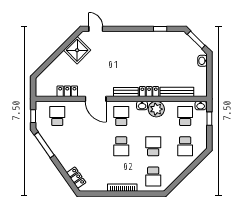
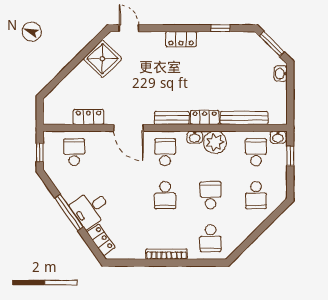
locker: (132, 37) -> (181, 39), added
window: (44, 145) -> (69, 213), moved
desk: (69, 156) -> (91, 209), added

